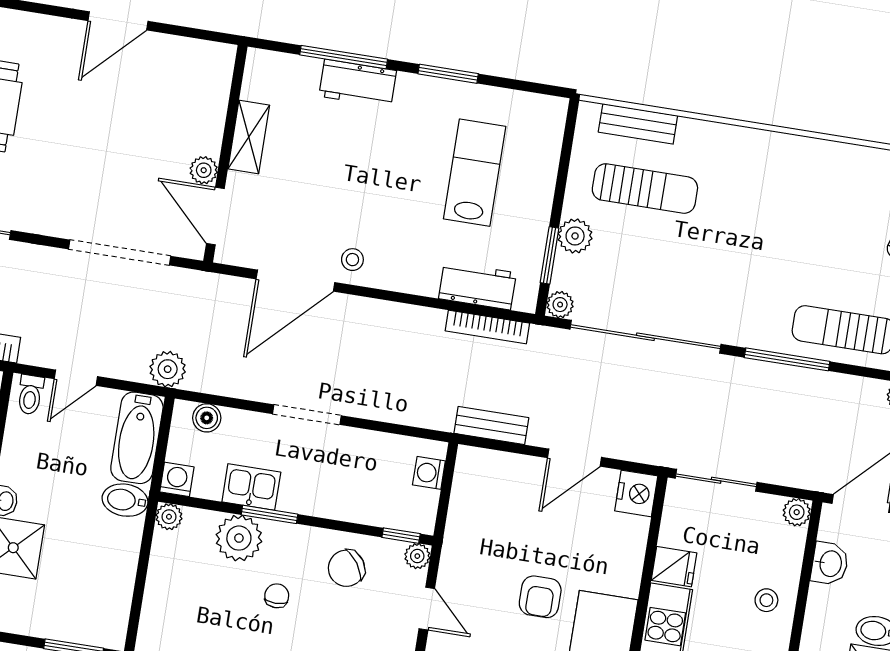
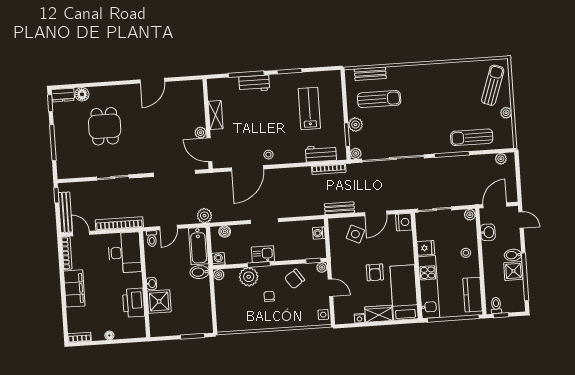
kitchen sink: (251, 487) -> (263, 254), moved
side table: (515, 495) -> (355, 234), added

